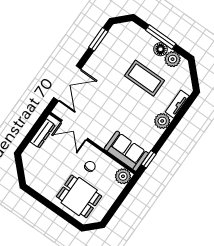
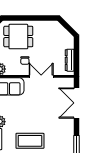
double door: (74, 130) -> (41, 76), moved

